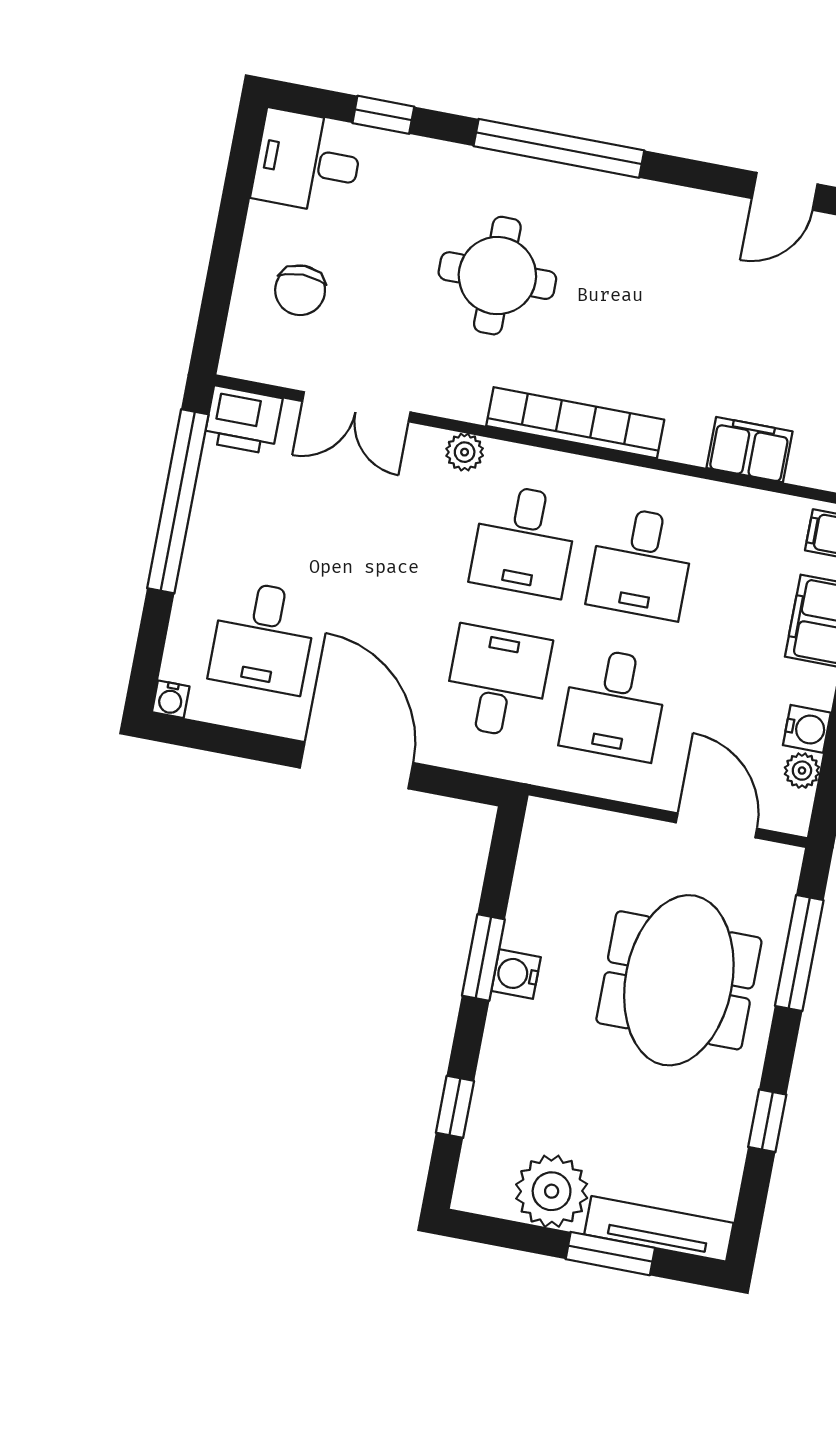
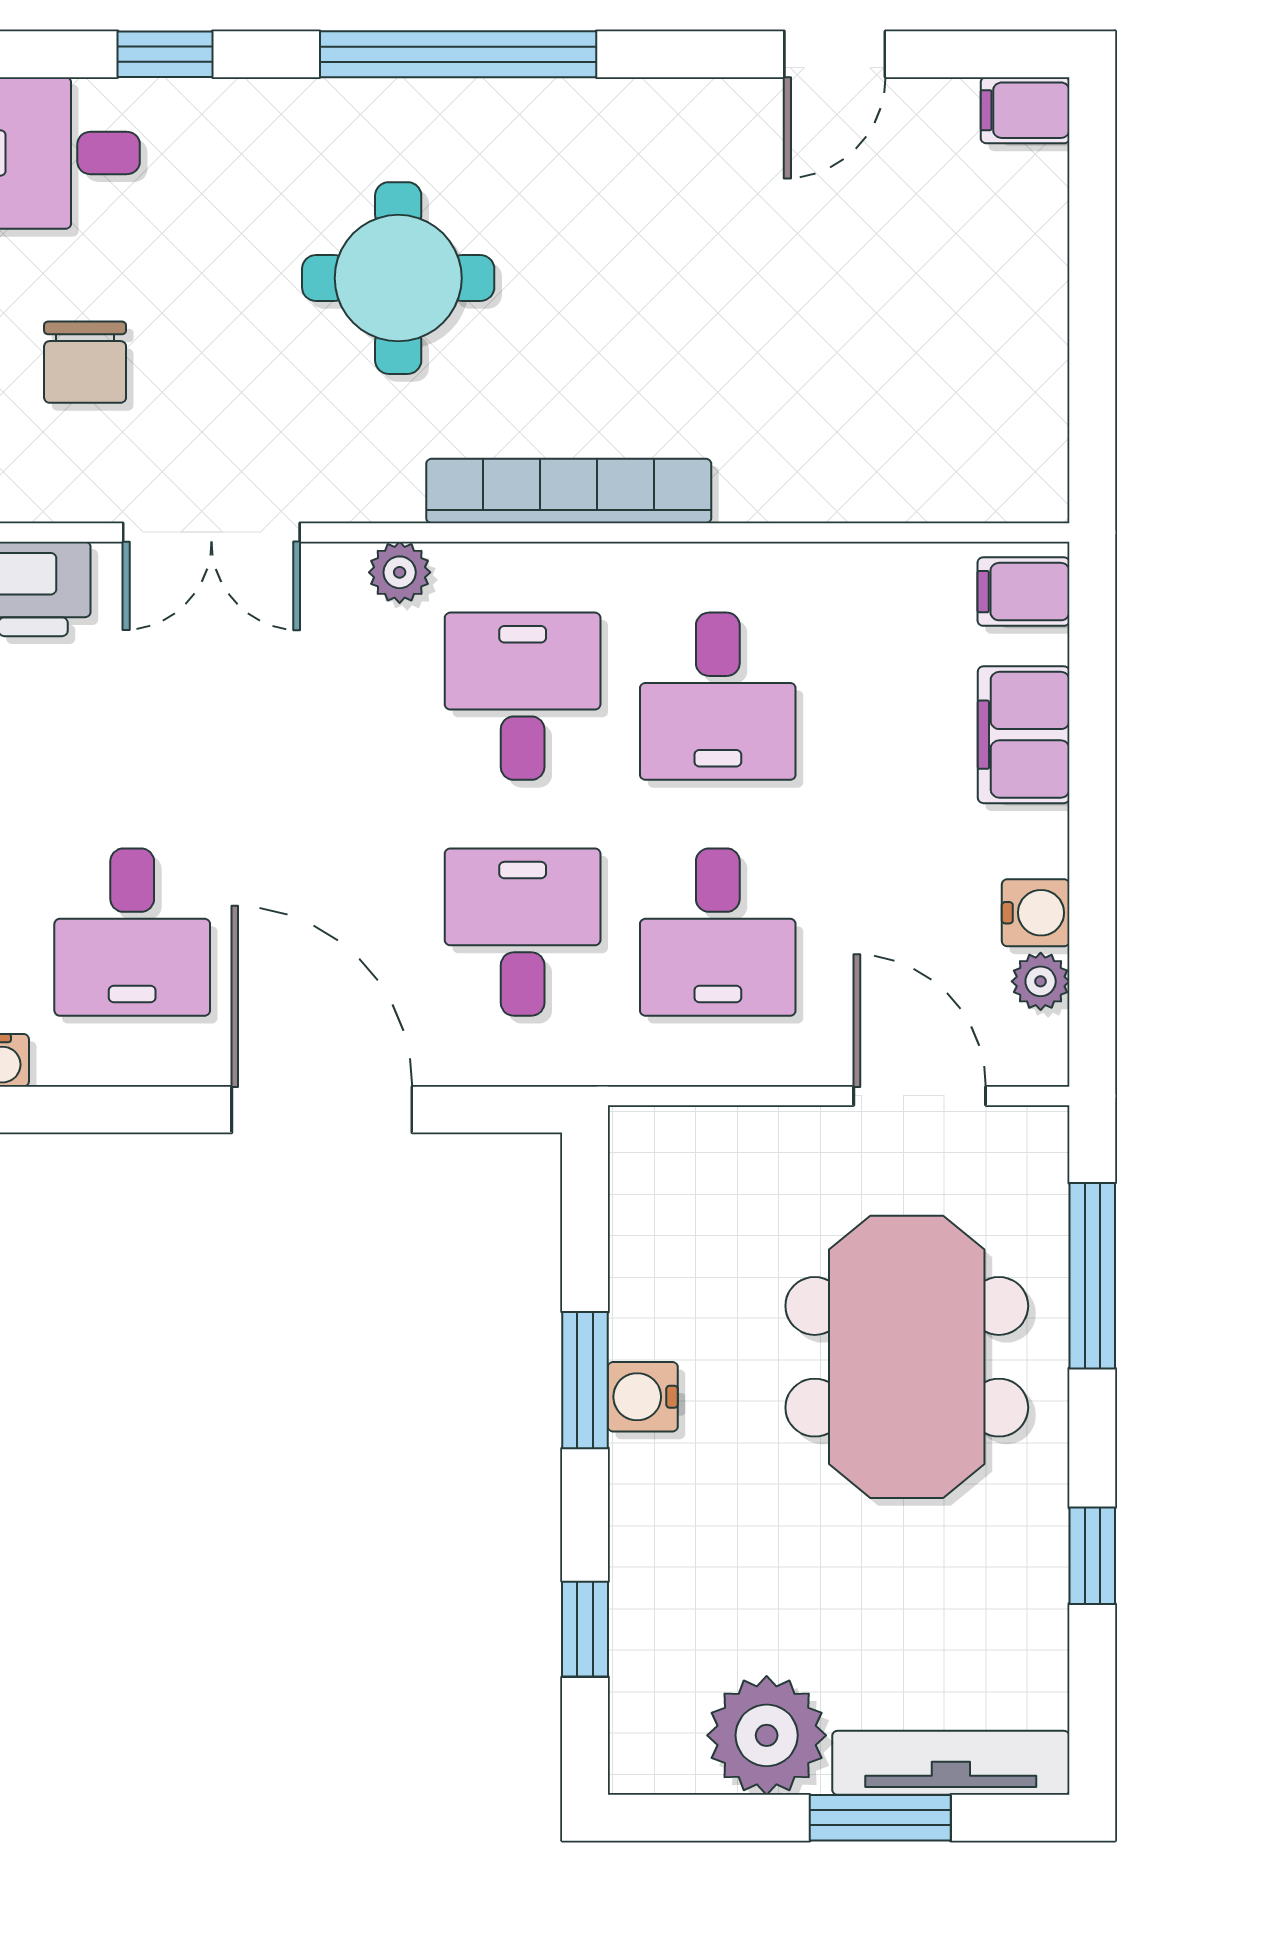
filing cabinet: (750, 450) -> (858, 481), removed
desk: (524, 540) -> (523, 696), turned 180

